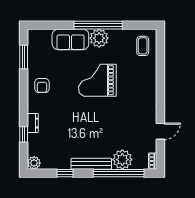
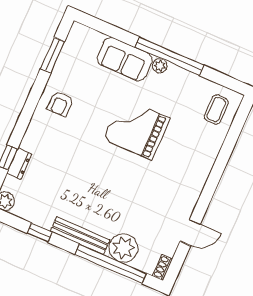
plant: (99, 38) -> (160, 66), width x0.53, depth x0.53
dresser: (33, 123) -> (19, 164), moved

